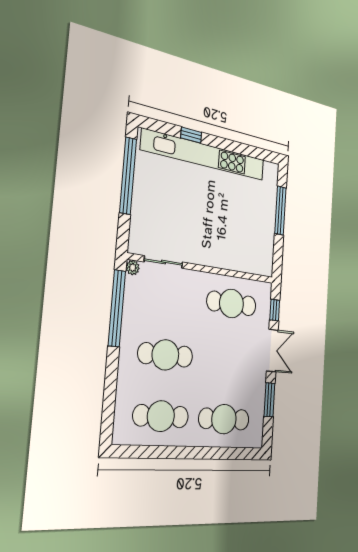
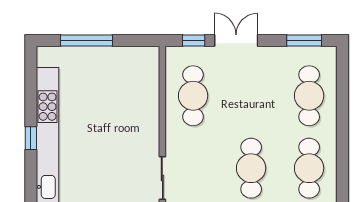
window: (191, 135) -> (31, 138), moved
window: (269, 400) -> (304, 41), moved

